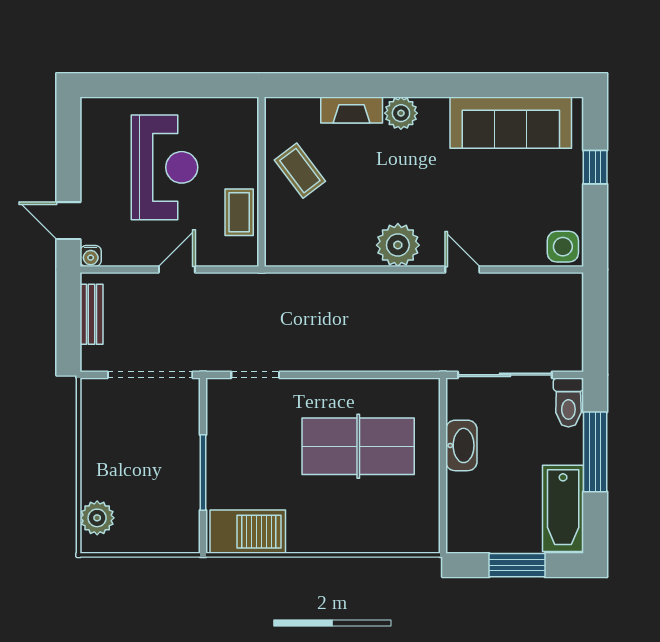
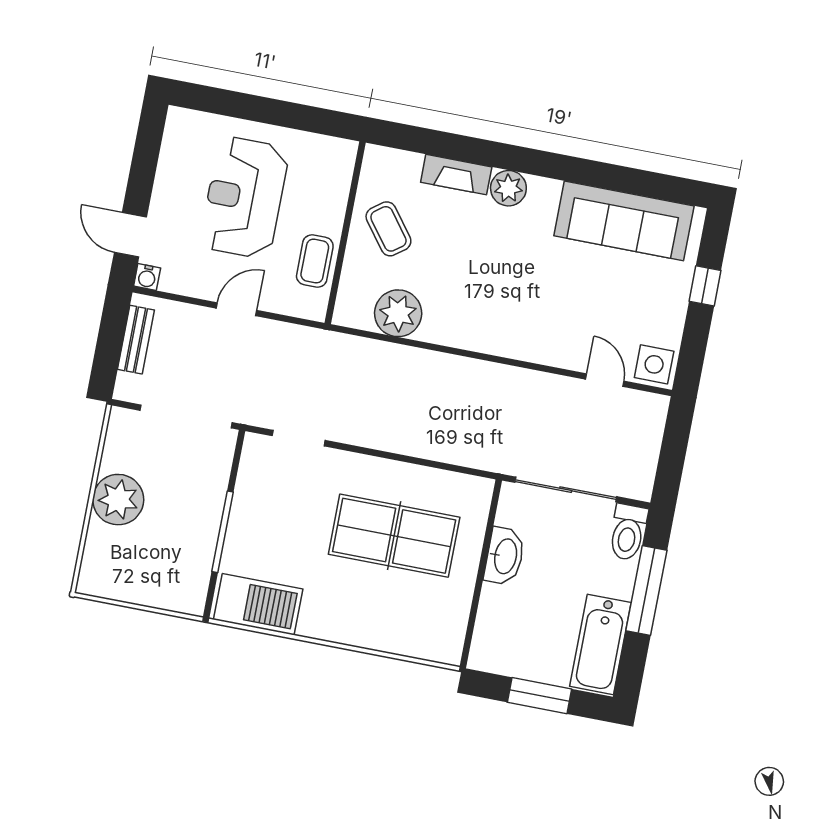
reception desk: (164, 167) -> (244, 198), turned 180
plant: (398, 245) -> (398, 313), moved
door: (462, 269) -> (605, 380), moved
plant: (97, 518) -> (118, 500), moved, width x1.36, depth x1.36

